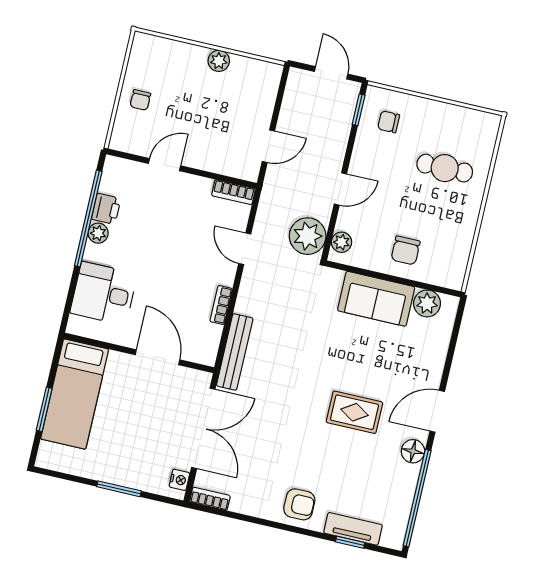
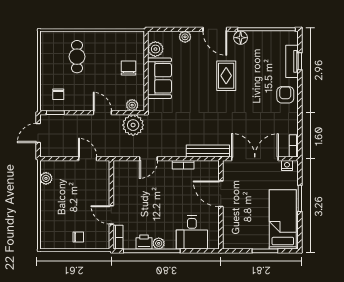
plant: (219, 61) -> (46, 178), moved
bookcase: (233, 192) -> (118, 237), moved
chair: (406, 250) -> (128, 68), turned -90
door: (157, 357) -> (221, 194), hinge flipped
plant: (436, 358) -> (185, 37), added
bed: (75, 394) -> (283, 219), moved, turned -90

